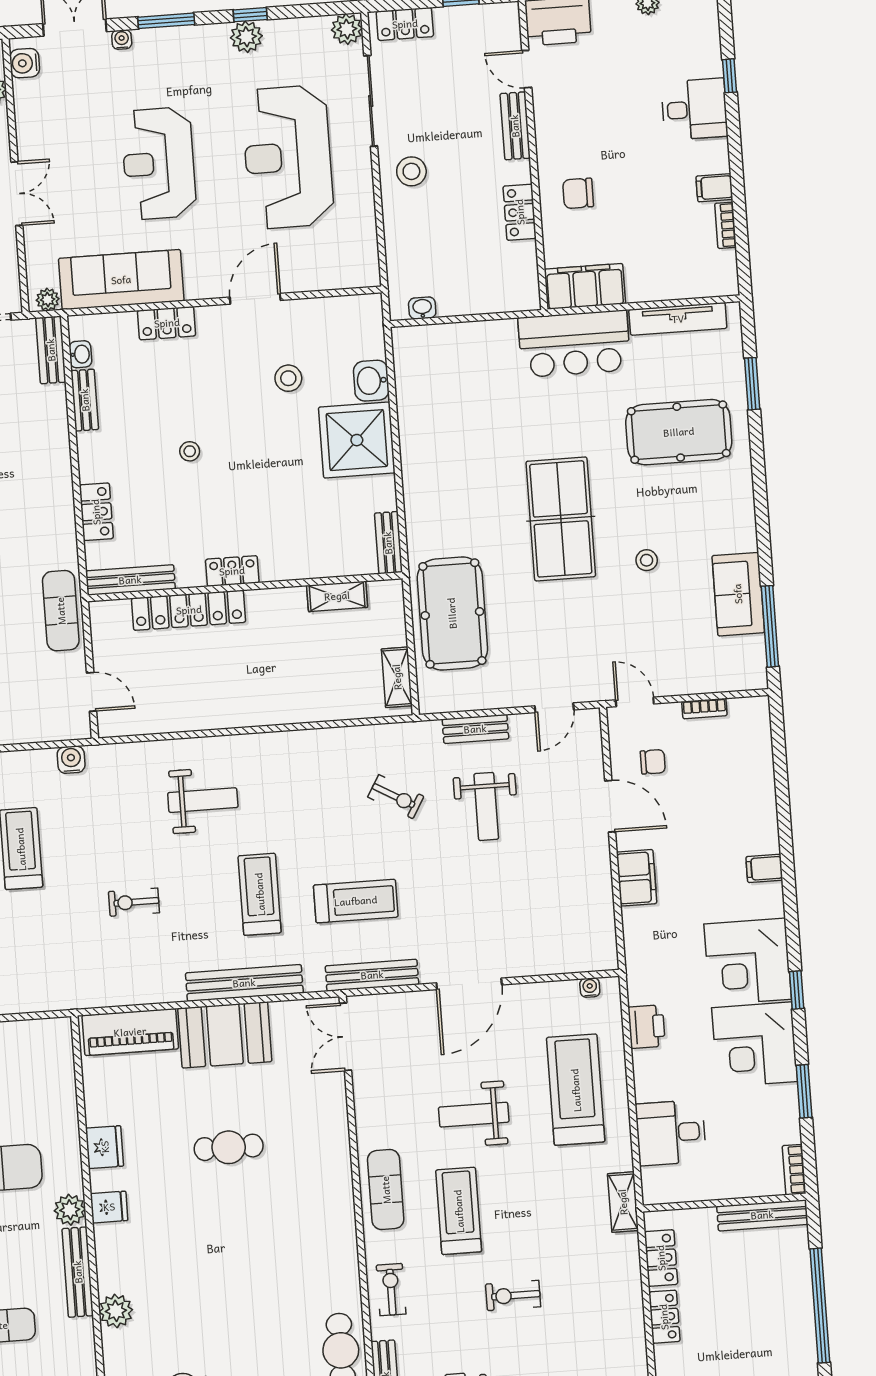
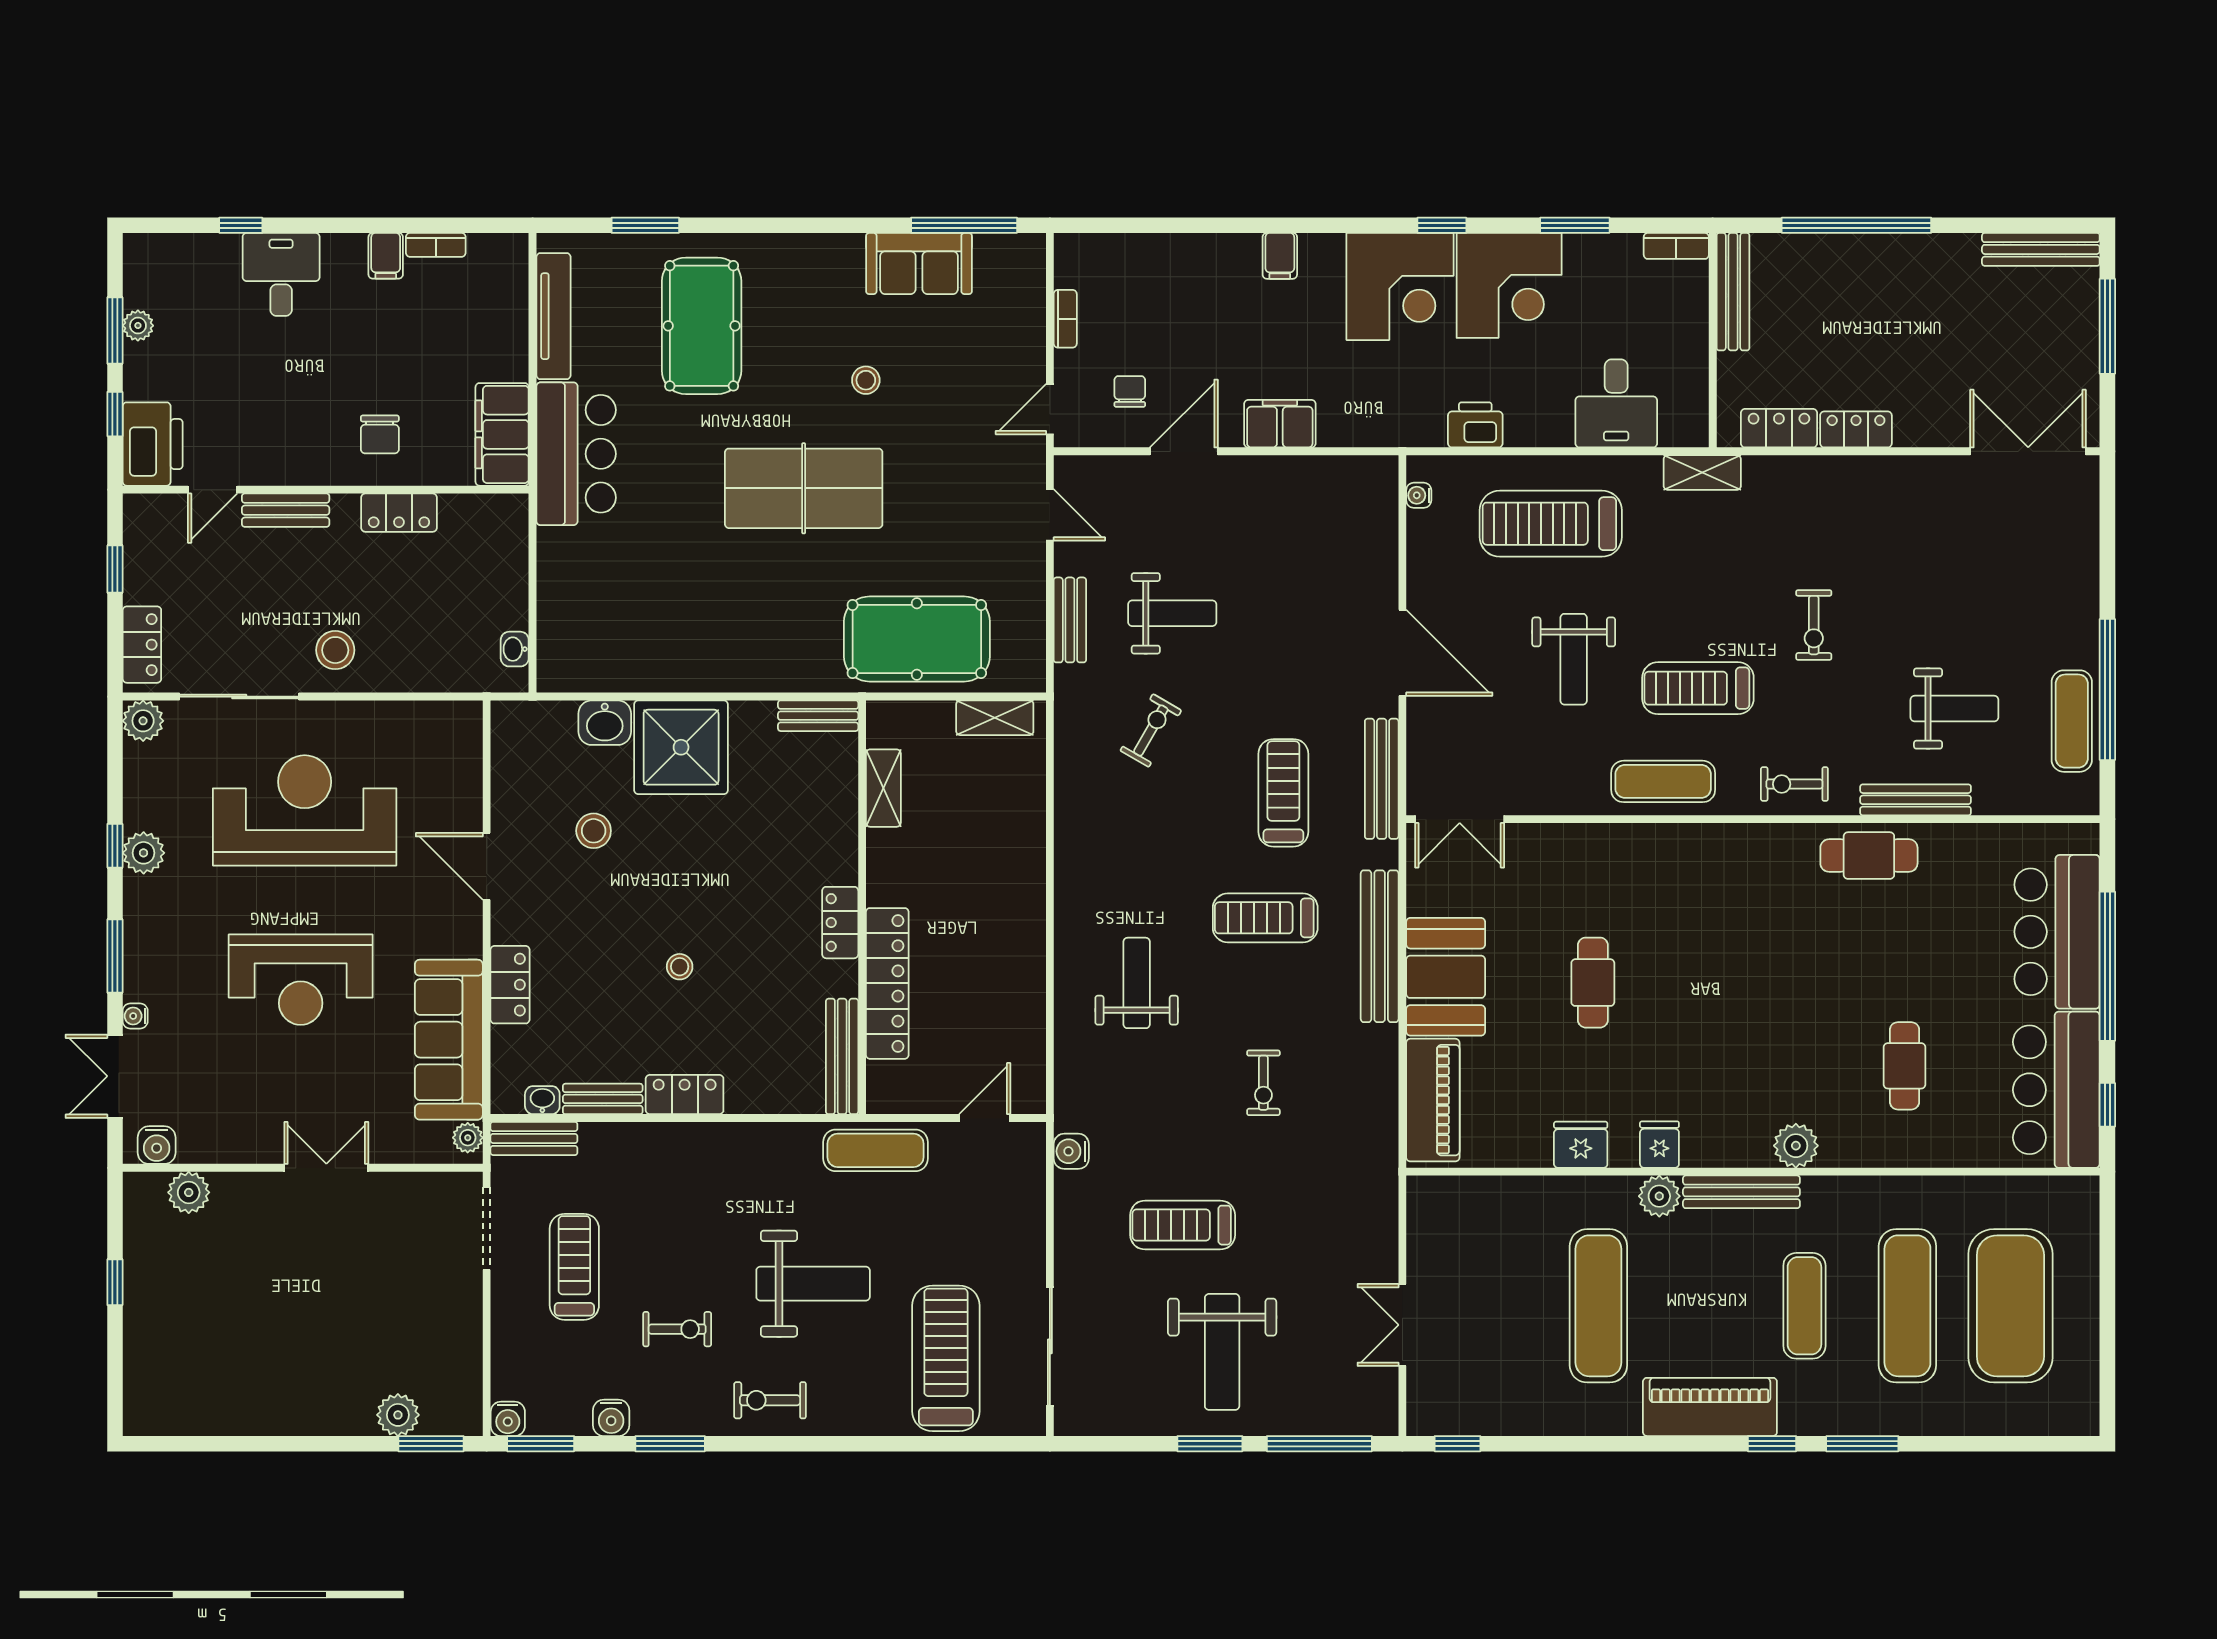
reception desk: (288, 157) -> (305, 810), turned 180
locker: (96, 512) -> (685, 1095), moved

